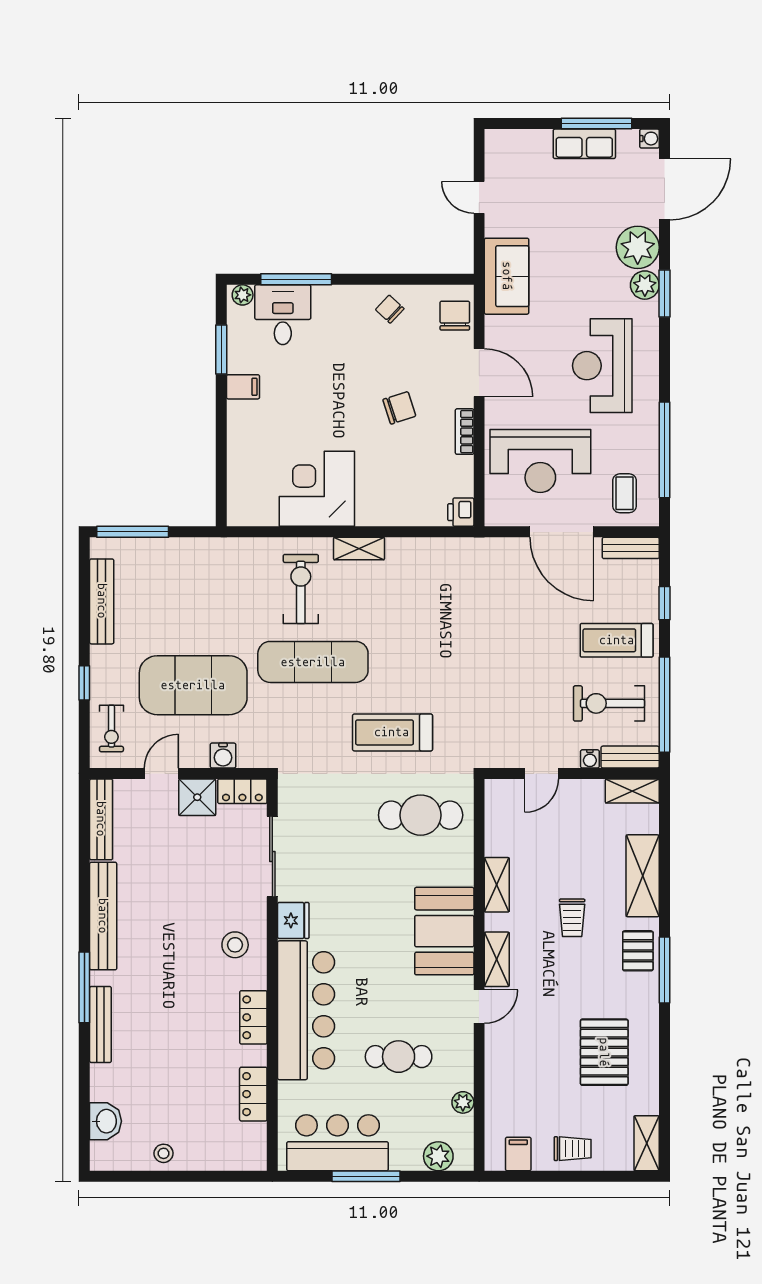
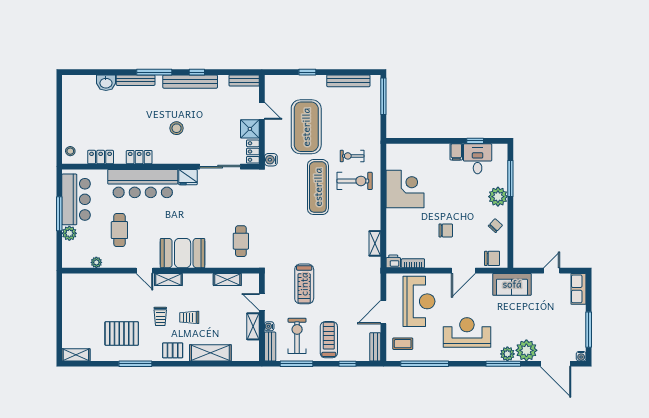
row of seats: (584, 144) -> (578, 289), moved
window: (664, 294) -> (503, 364), width x1.44
plant: (243, 295) -> (498, 197), moved, width x1.88, depth x1.88
desk: (283, 315) -> (478, 159), moved, turned -90
window: (221, 349) -> (475, 141), width x0.67
chair: (399, 408) -> (446, 230), turned -72
bookcase: (465, 432) -> (413, 263), moved
reception desk: (540, 461) -> (419, 301), turned 180
door: (562, 532) -> (383, 312), width x0.73
shelving: (359, 549) -> (375, 243), moved
window: (664, 705) -> (296, 364), width x0.68
exercise bike: (111, 728) -> (352, 156), moved
treadmill: (392, 732) -> (304, 284), moved, turned 180
water cooler: (223, 756) -> (271, 160), moved
shelving: (632, 791) -> (253, 326), moved
cafe table: (421, 815) -> (241, 241), width x0.73, depth x0.74
bench: (101, 819) -> (244, 80), width x0.73
shelving: (497, 885) -> (227, 280), moved
window: (84, 903) -> (197, 72), added
stool: (235, 945) -> (177, 128), moved
window: (664, 970) -> (135, 364), moved
washbasin: (106, 1121) -> (106, 83), moved
trolley: (573, 1149) -> (160, 316), moved
stool: (164, 1153) -> (70, 151), moved
filing cabinet: (518, 1154) -> (70, 290), removed
plant: (438, 1156) -> (69, 233), moved

